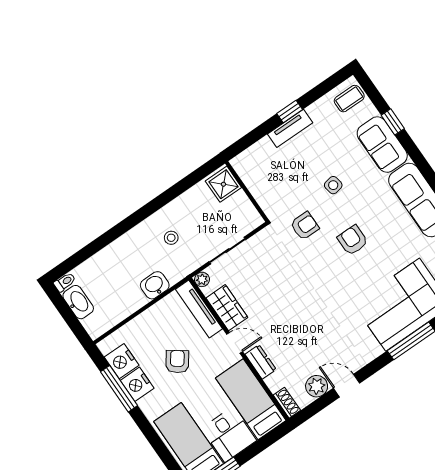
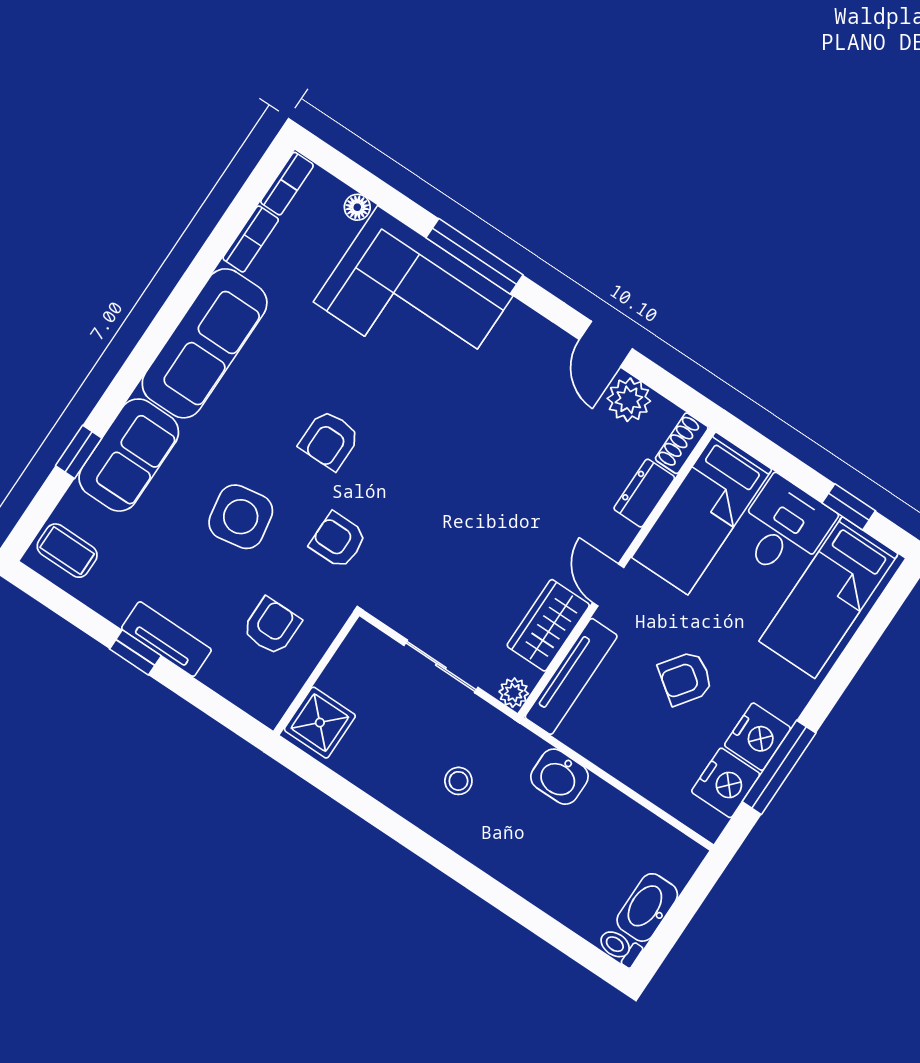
armchair: (277, 179) -> (272, 626), added
side table: (333, 185) -> (241, 517), width x1.87, depth x1.87
dresser: (261, 362) -> (644, 493), moved

